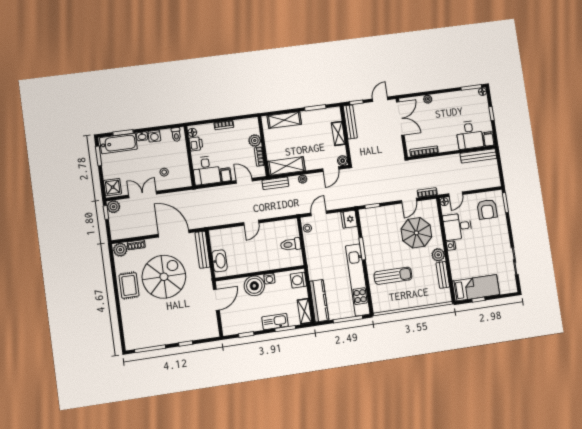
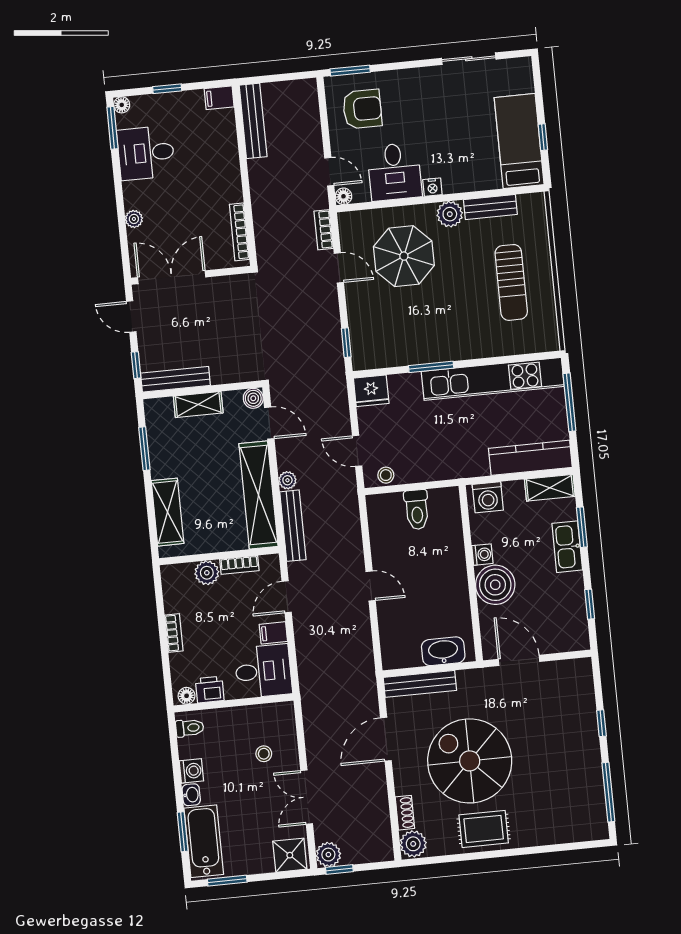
desk: (470, 135) -> (146, 153), moved, turned 180
shelving: (286, 166) -> (258, 495), width x1.47
bench: (275, 183) -> (293, 526), width x1.36
door: (174, 234) -> (386, 739), width x0.73
sun lounger: (393, 276) -> (511, 282), moved, turned 180

